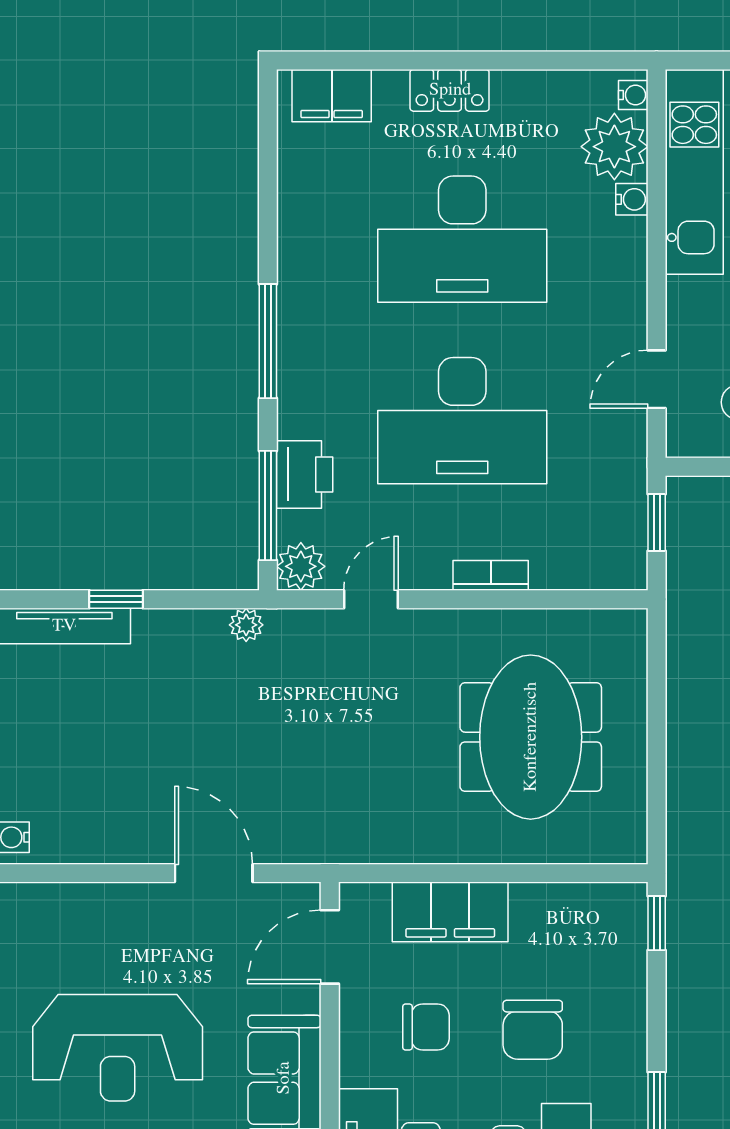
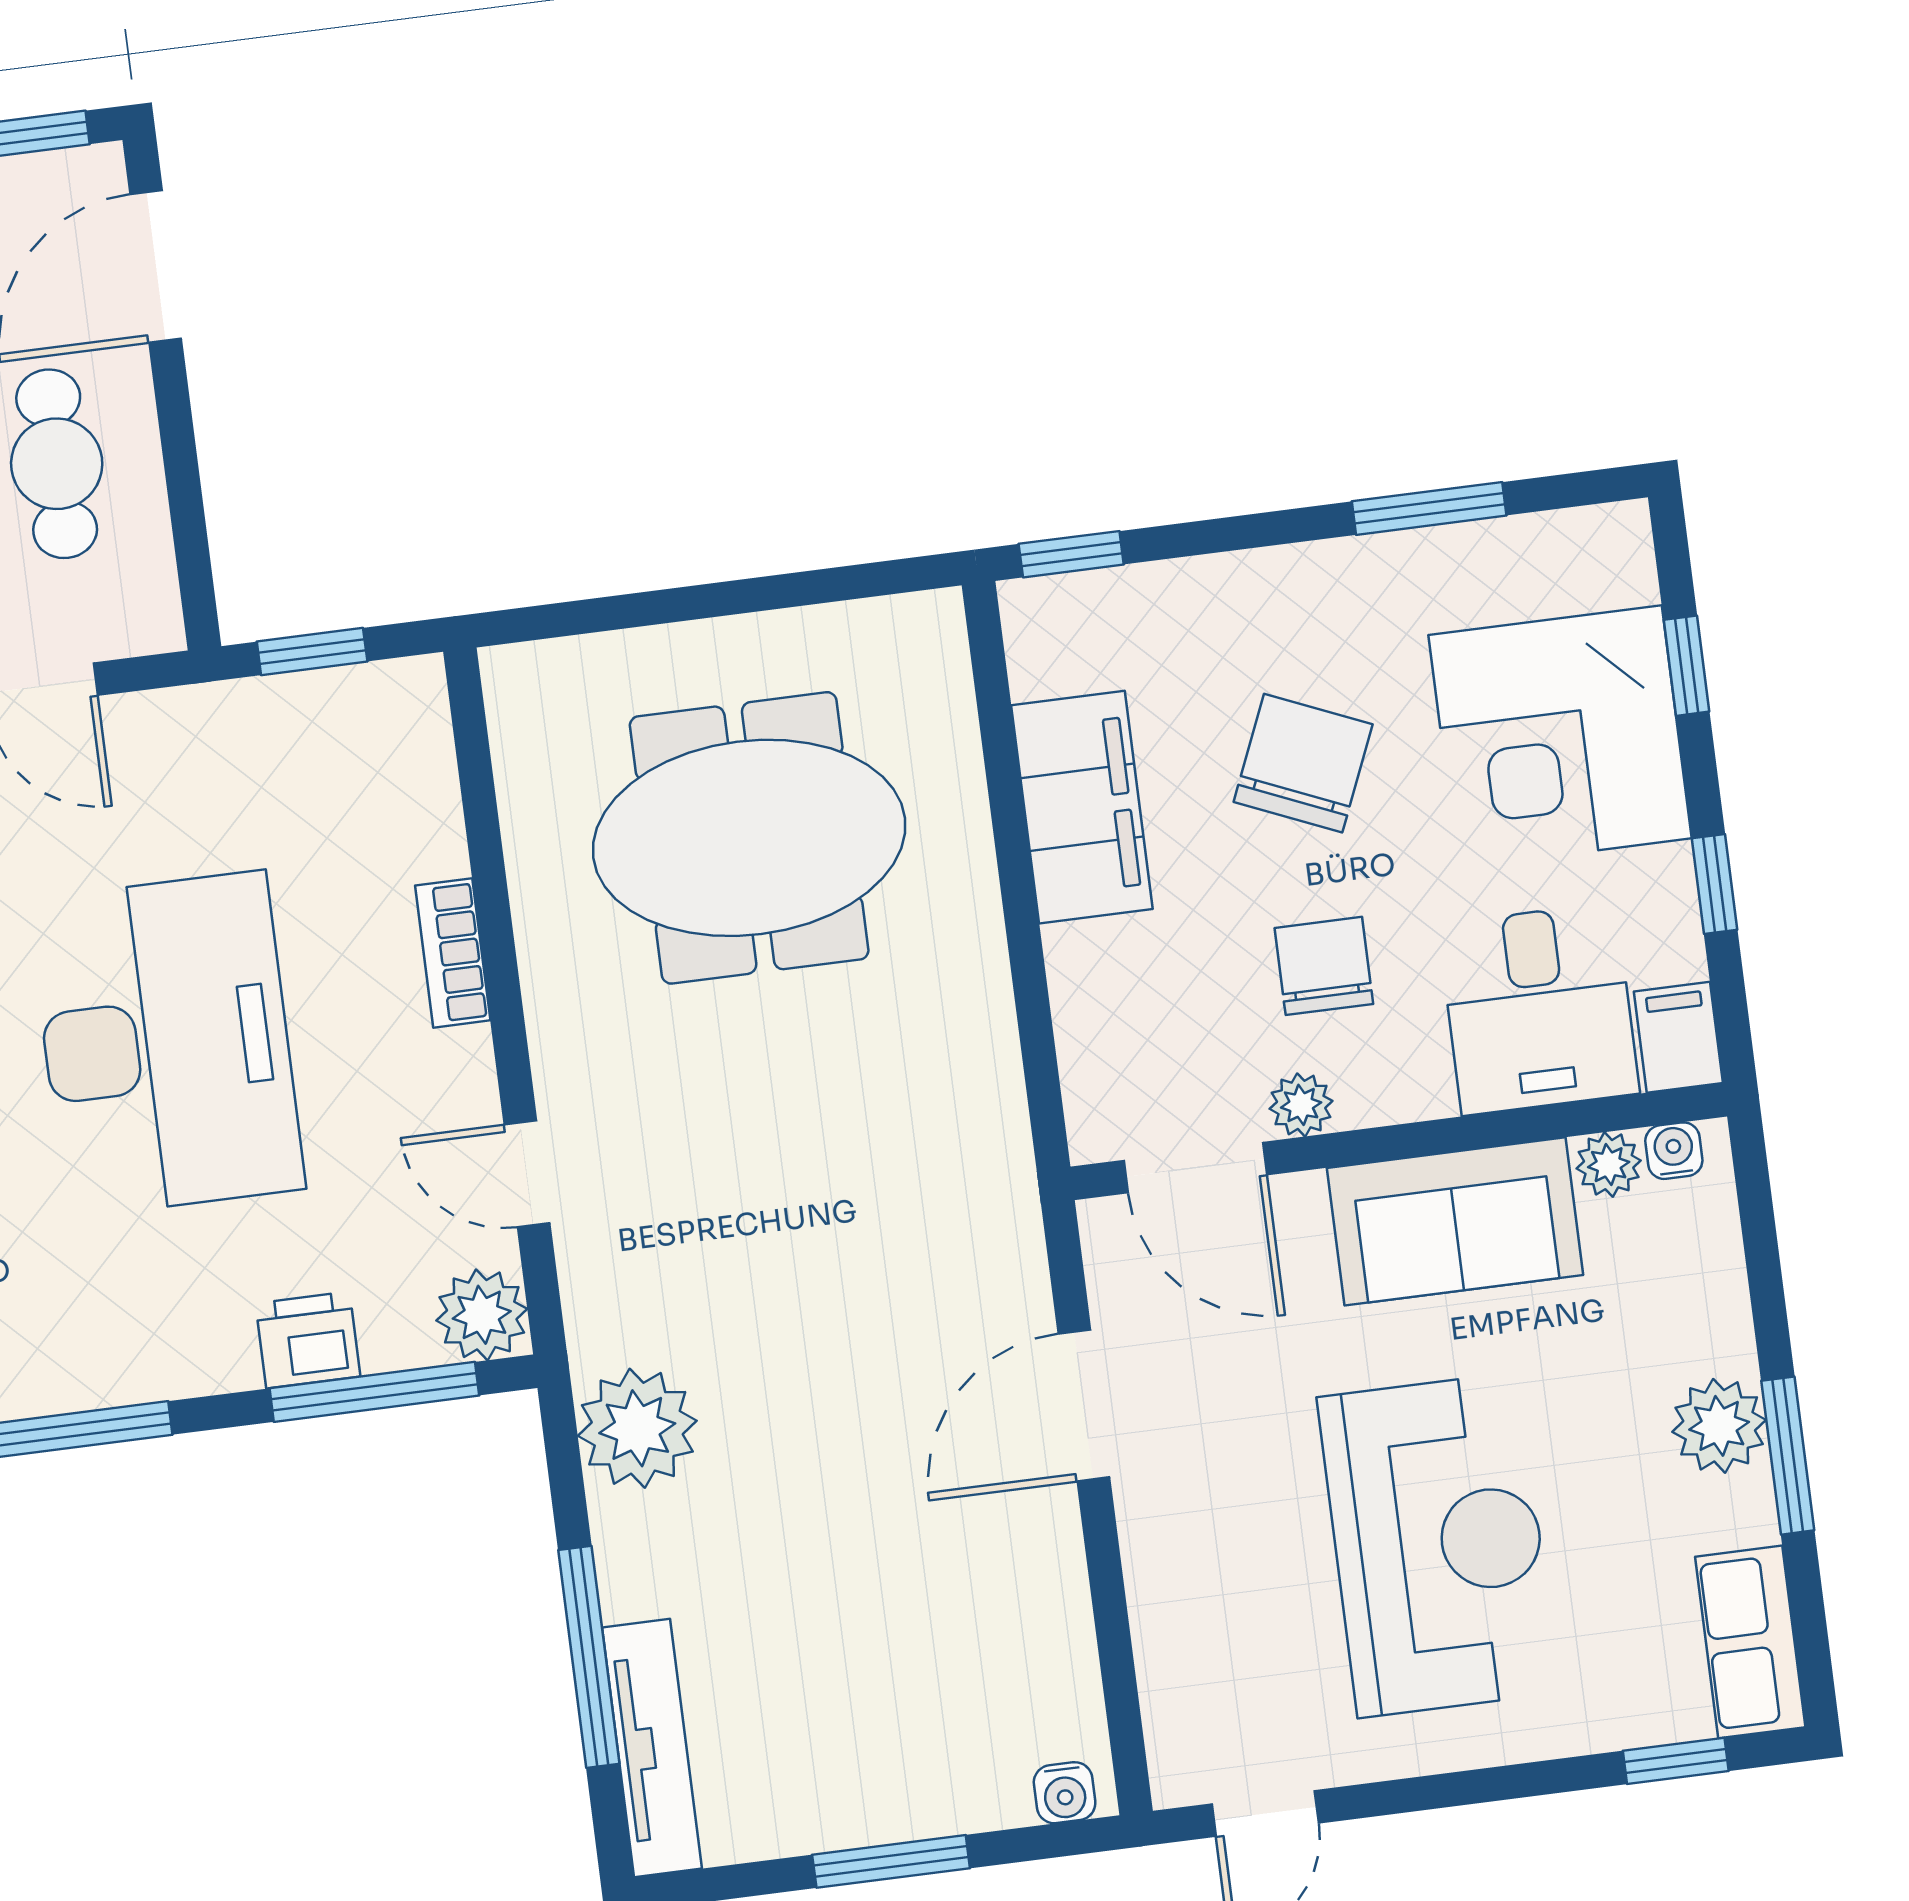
printer: (305, 474) -> (308, 1340), width x0.73, depth x0.81
window: (116, 599) -> (589, 1657), width x2.17
plant: (246, 625) -> (637, 1428), width x1.87, depth x1.87
filing cabinet: (450, 912) -> (1082, 807), moved
plant: (355, 1006) -> (1301, 1105), added
chair: (533, 1030) -> (1303, 763), turned -67

